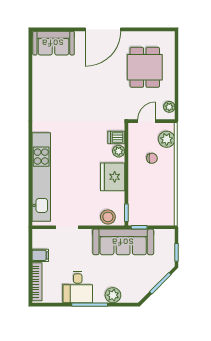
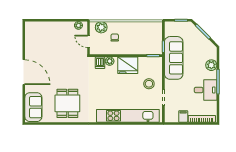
dining table: (145, 67) -> (67, 103), moved, turned 90
stool: (108, 217) -> (149, 84), moved

